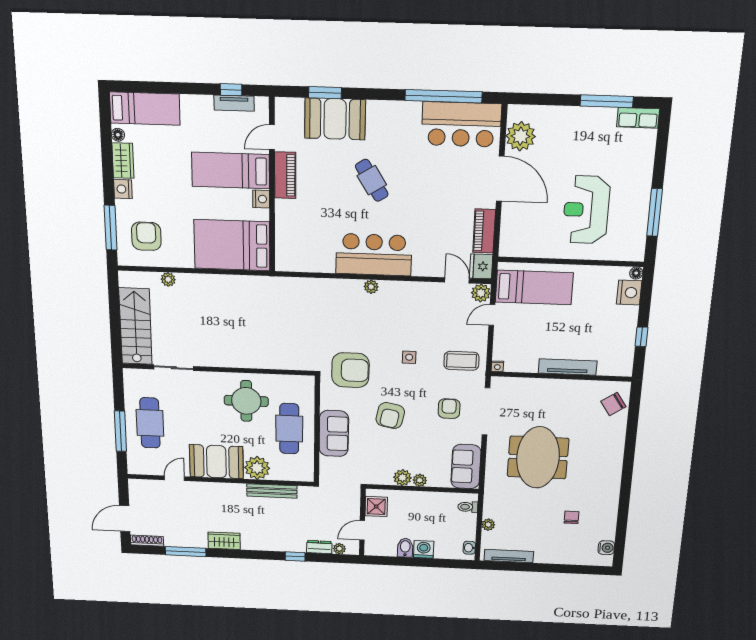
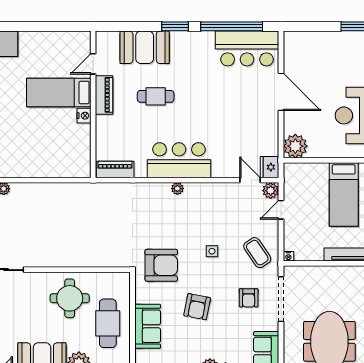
window: (231, 90) -> (60, 26), removed
window: (325, 93) -> (175, 26), moved
tv unit: (234, 103) -> (62, 37), removed
plant: (521, 136) -> (295, 146), moved
cafe table: (372, 180) -> (156, 96), moved, turned -58
piano: (484, 231) -> (115, 169), moved, turned 90
bed: (232, 245) -> (59, 156), removed
bed: (534, 287) -> (344, 195), moved, turned 90
coffee table: (461, 361) -> (257, 253), turned 56
armchair: (449, 409) -> (249, 298), turned 180

